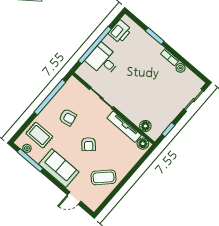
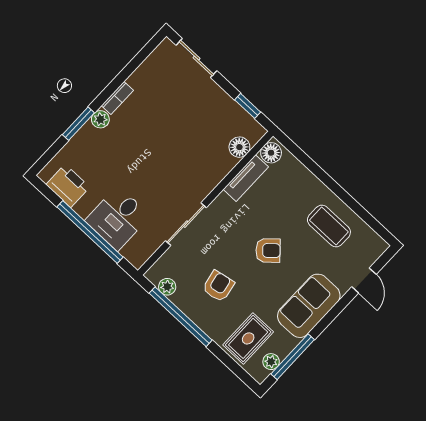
plant: (180, 68) -> (100, 119), moved
plant: (66, 89) -> (167, 287), added
tv unit: (124, 127) -> (246, 178), width x0.71
coffee table: (104, 177) -> (329, 226), turned -45

